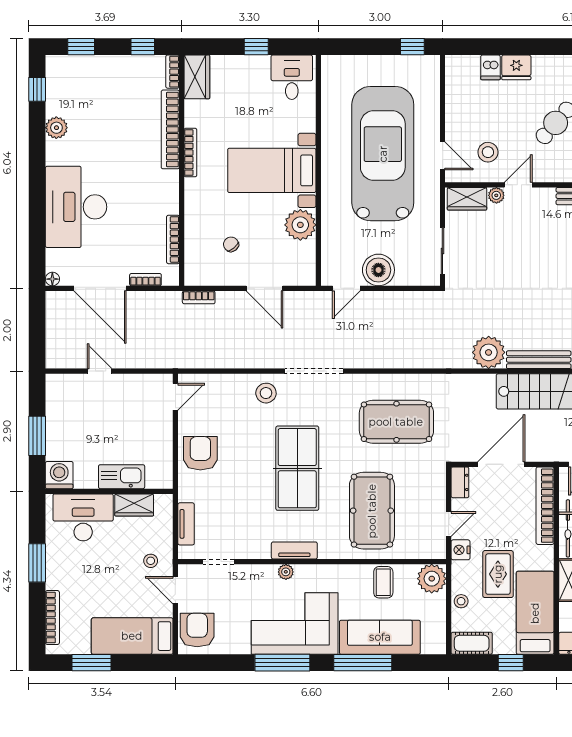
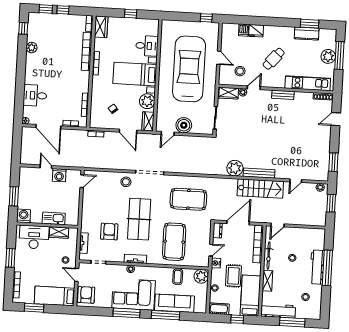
window: (143, 47) -> (63, 10), moved
desk: (292, 77) -> (147, 46), moved, turned 90
door: (442, 156) -> (219, 58), moved
desk: (76, 207) -> (35, 95), width x0.53, depth x0.77
wardrobe: (304, 266) -> (148, 121), added
washing machine: (128, 387) -> (59, 175), added
armchair: (200, 453) -> (109, 231), moved

